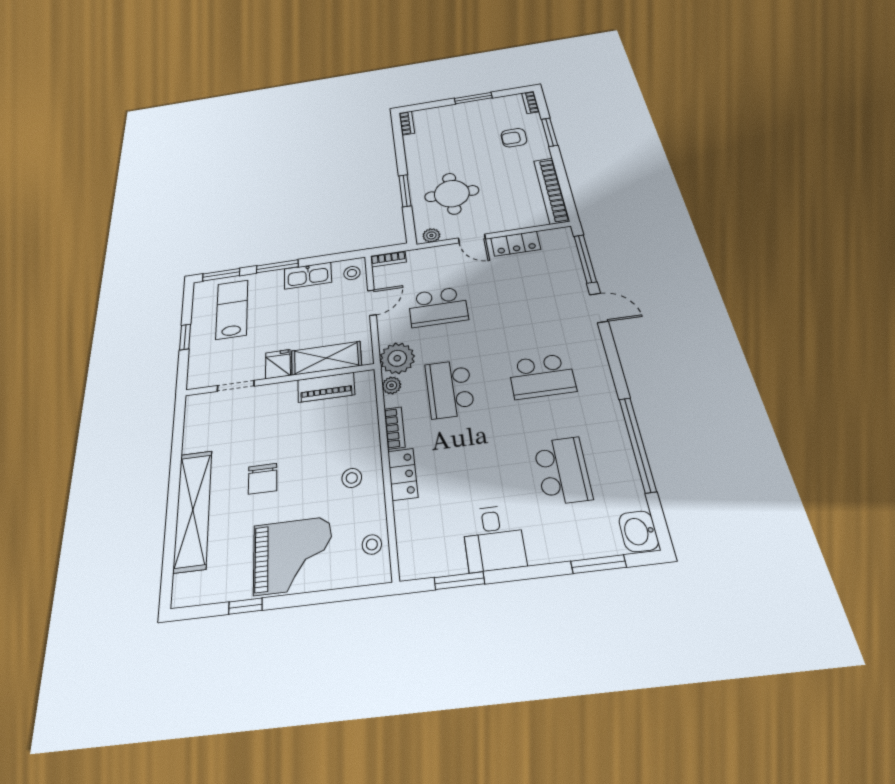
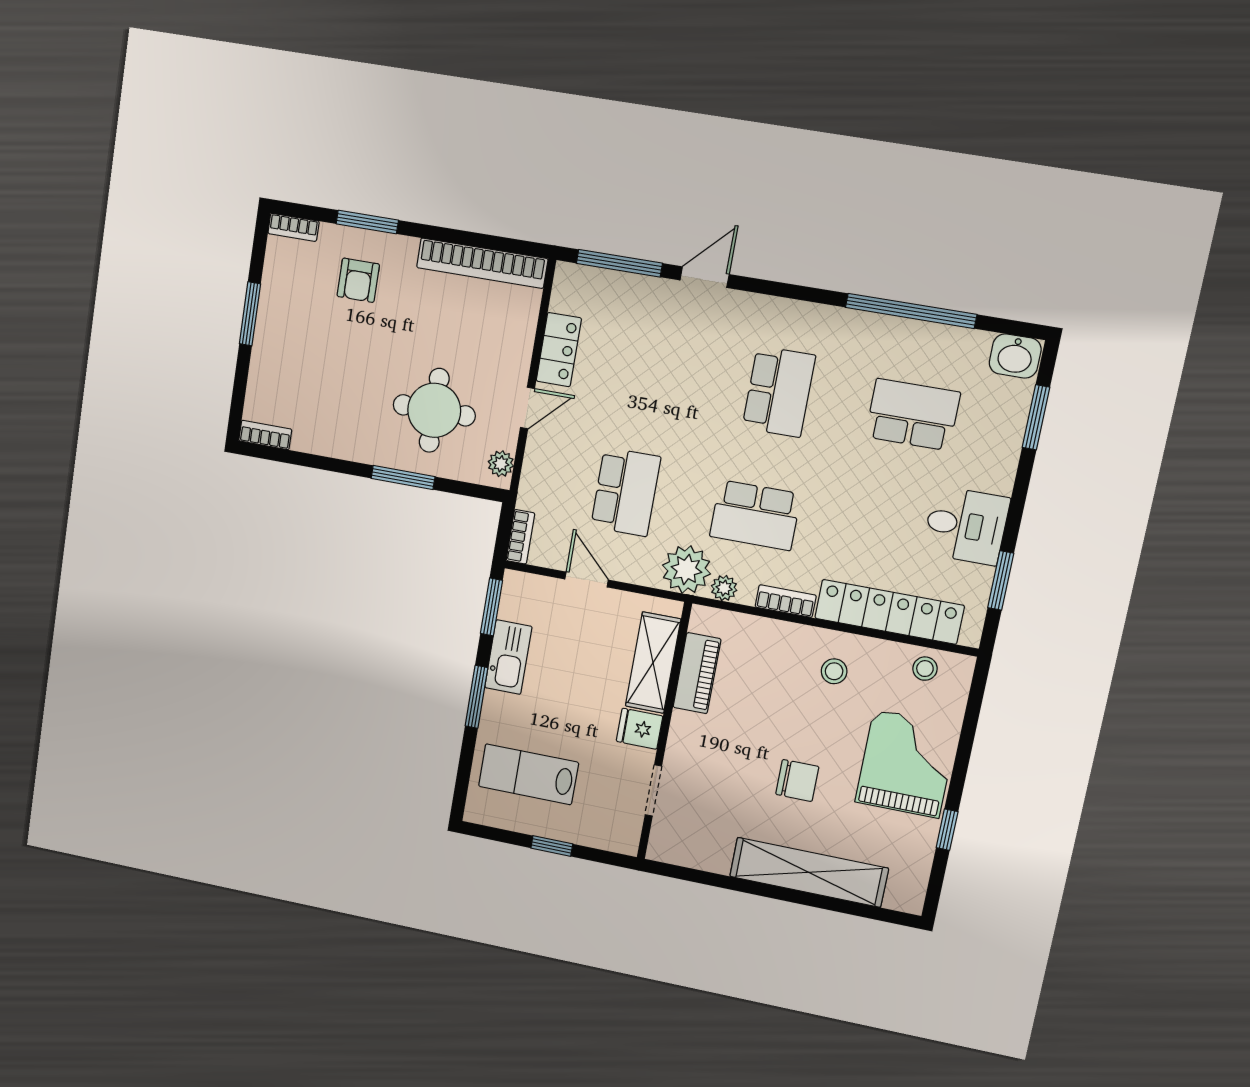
stool: (352, 273) -> (526, 594), removed
window: (221, 275) -> (491, 607), moved
locker: (403, 474) -> (889, 612), width x2.16, depth x1.21

